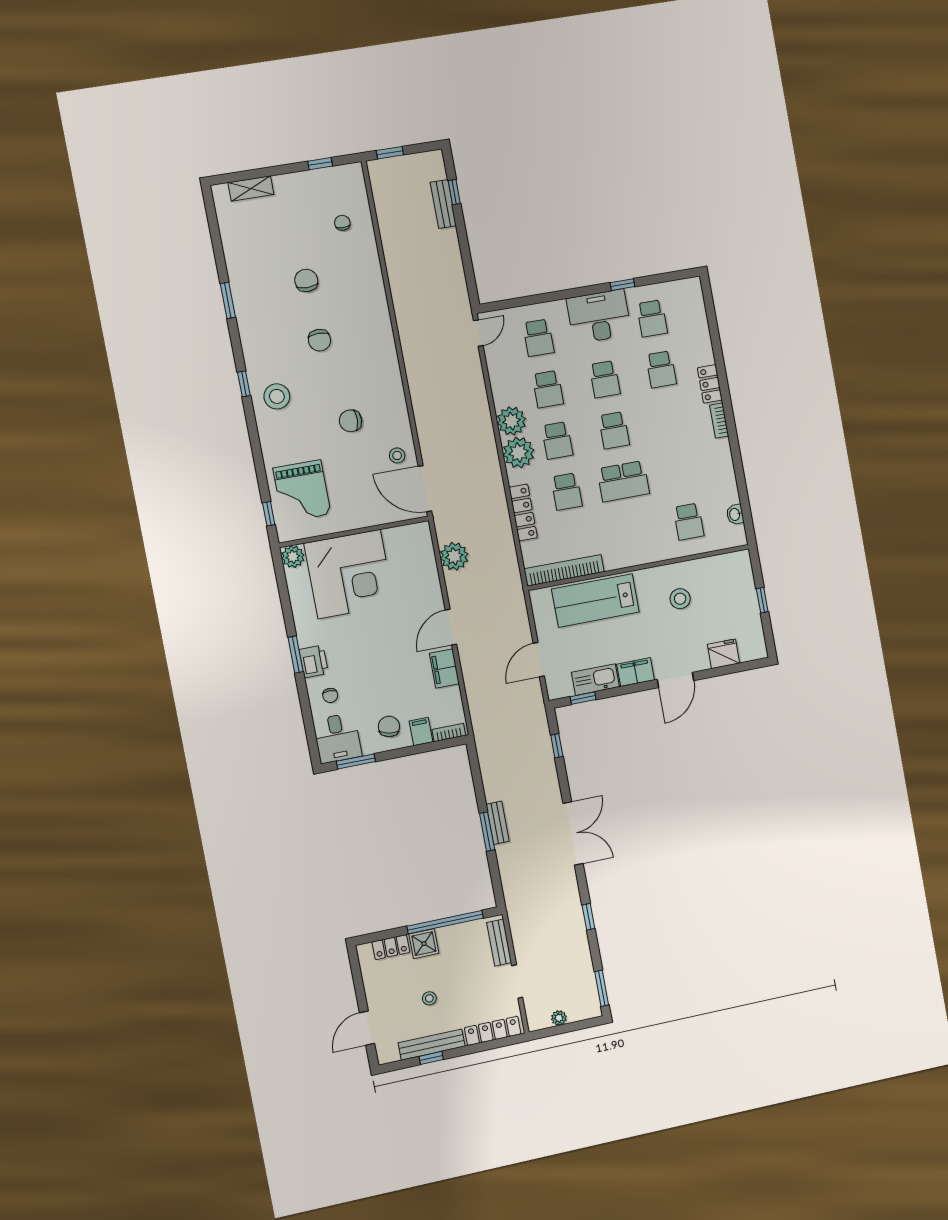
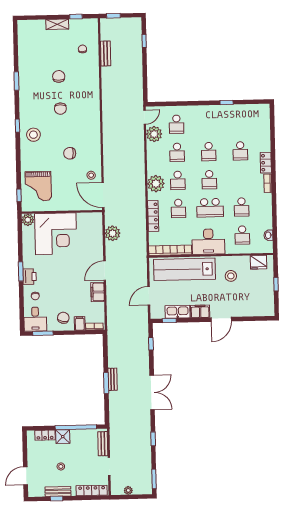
shelving: (251, 188) -> (57, 24), moved
bench: (443, 204) -> (106, 53), moved
desk: (599, 317) -> (208, 242), moved, turned 180
school desk: (652, 318) -> (242, 207), moved
plant: (511, 421) -> (154, 134), moved
lab bench: (595, 601) -> (184, 269), width x1.36
fridge: (724, 654) -> (259, 262), moved, turned 180
bench: (432, 1045) -> (58, 491), width x0.73

